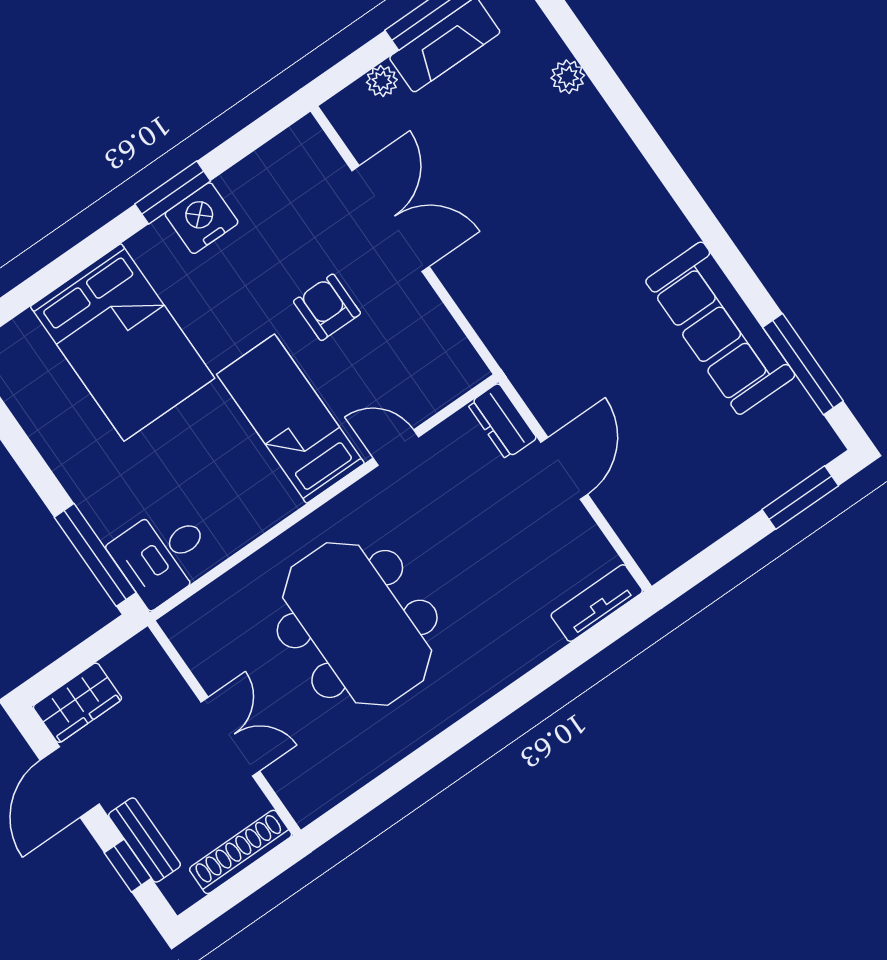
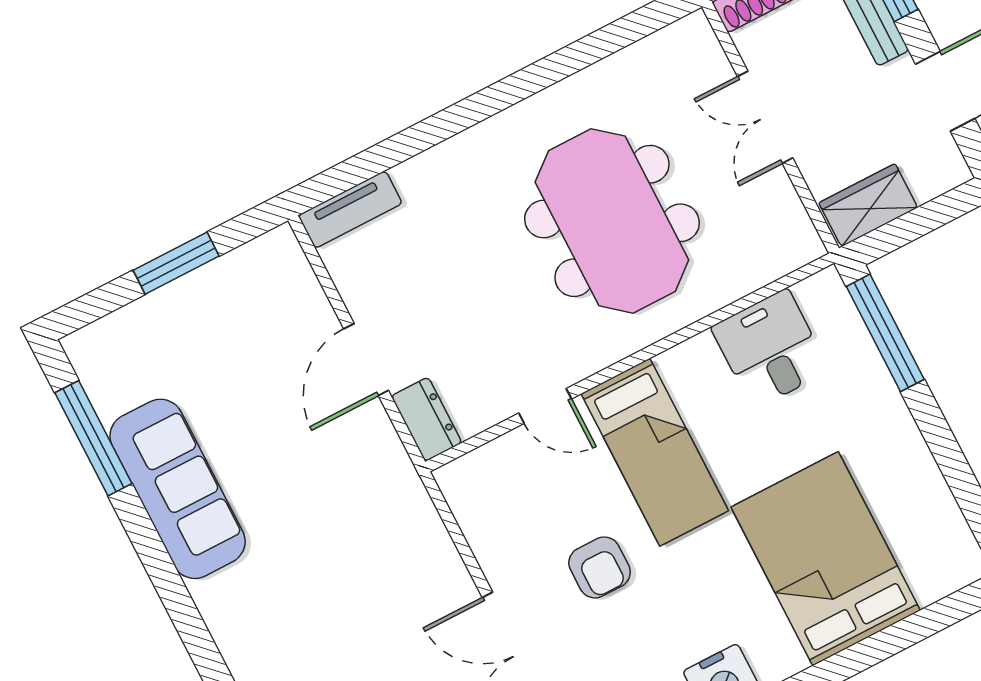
window: (800, 498) -> (176, 263), moved
desk: (163, 555) -> (770, 349), moved, turned -90
wardrobe: (77, 703) -> (868, 205), moved

